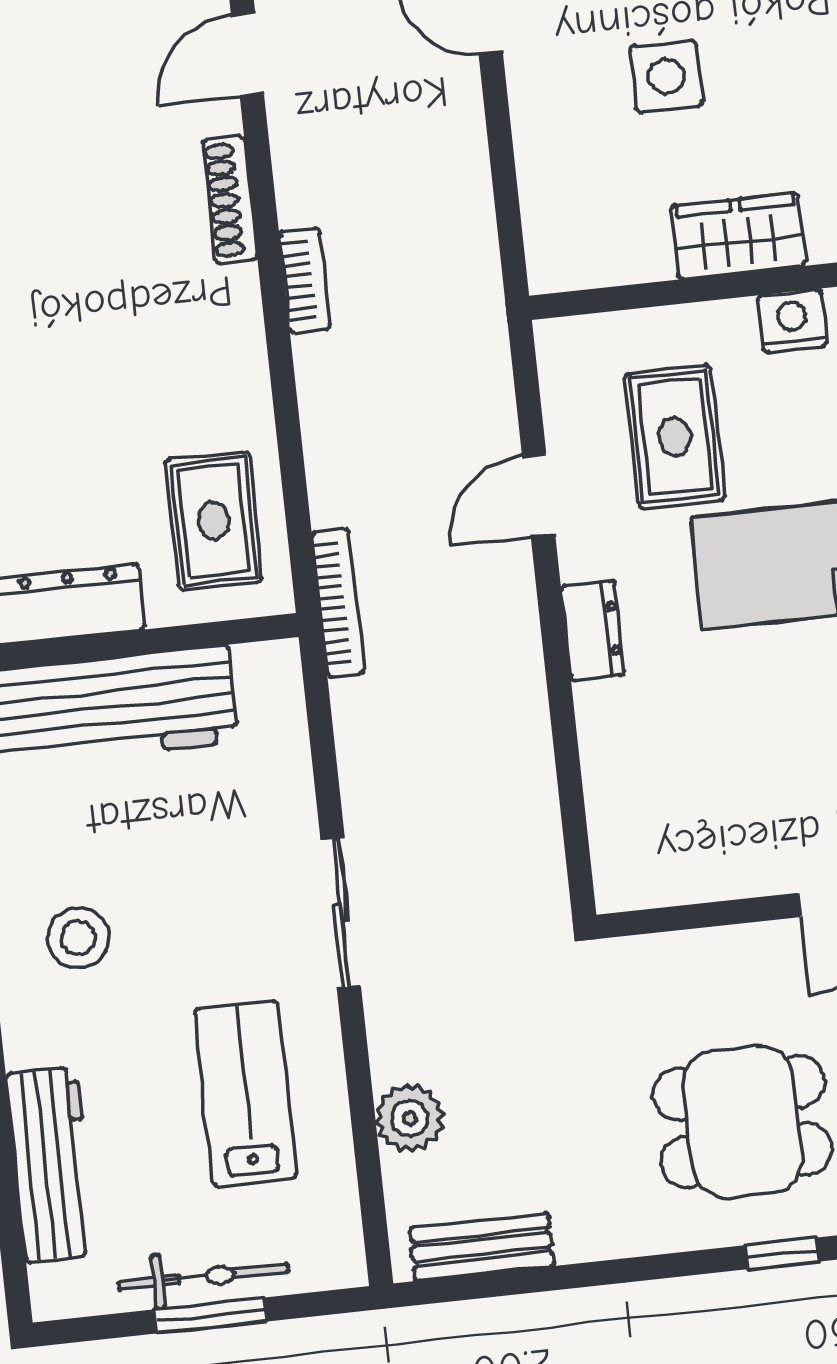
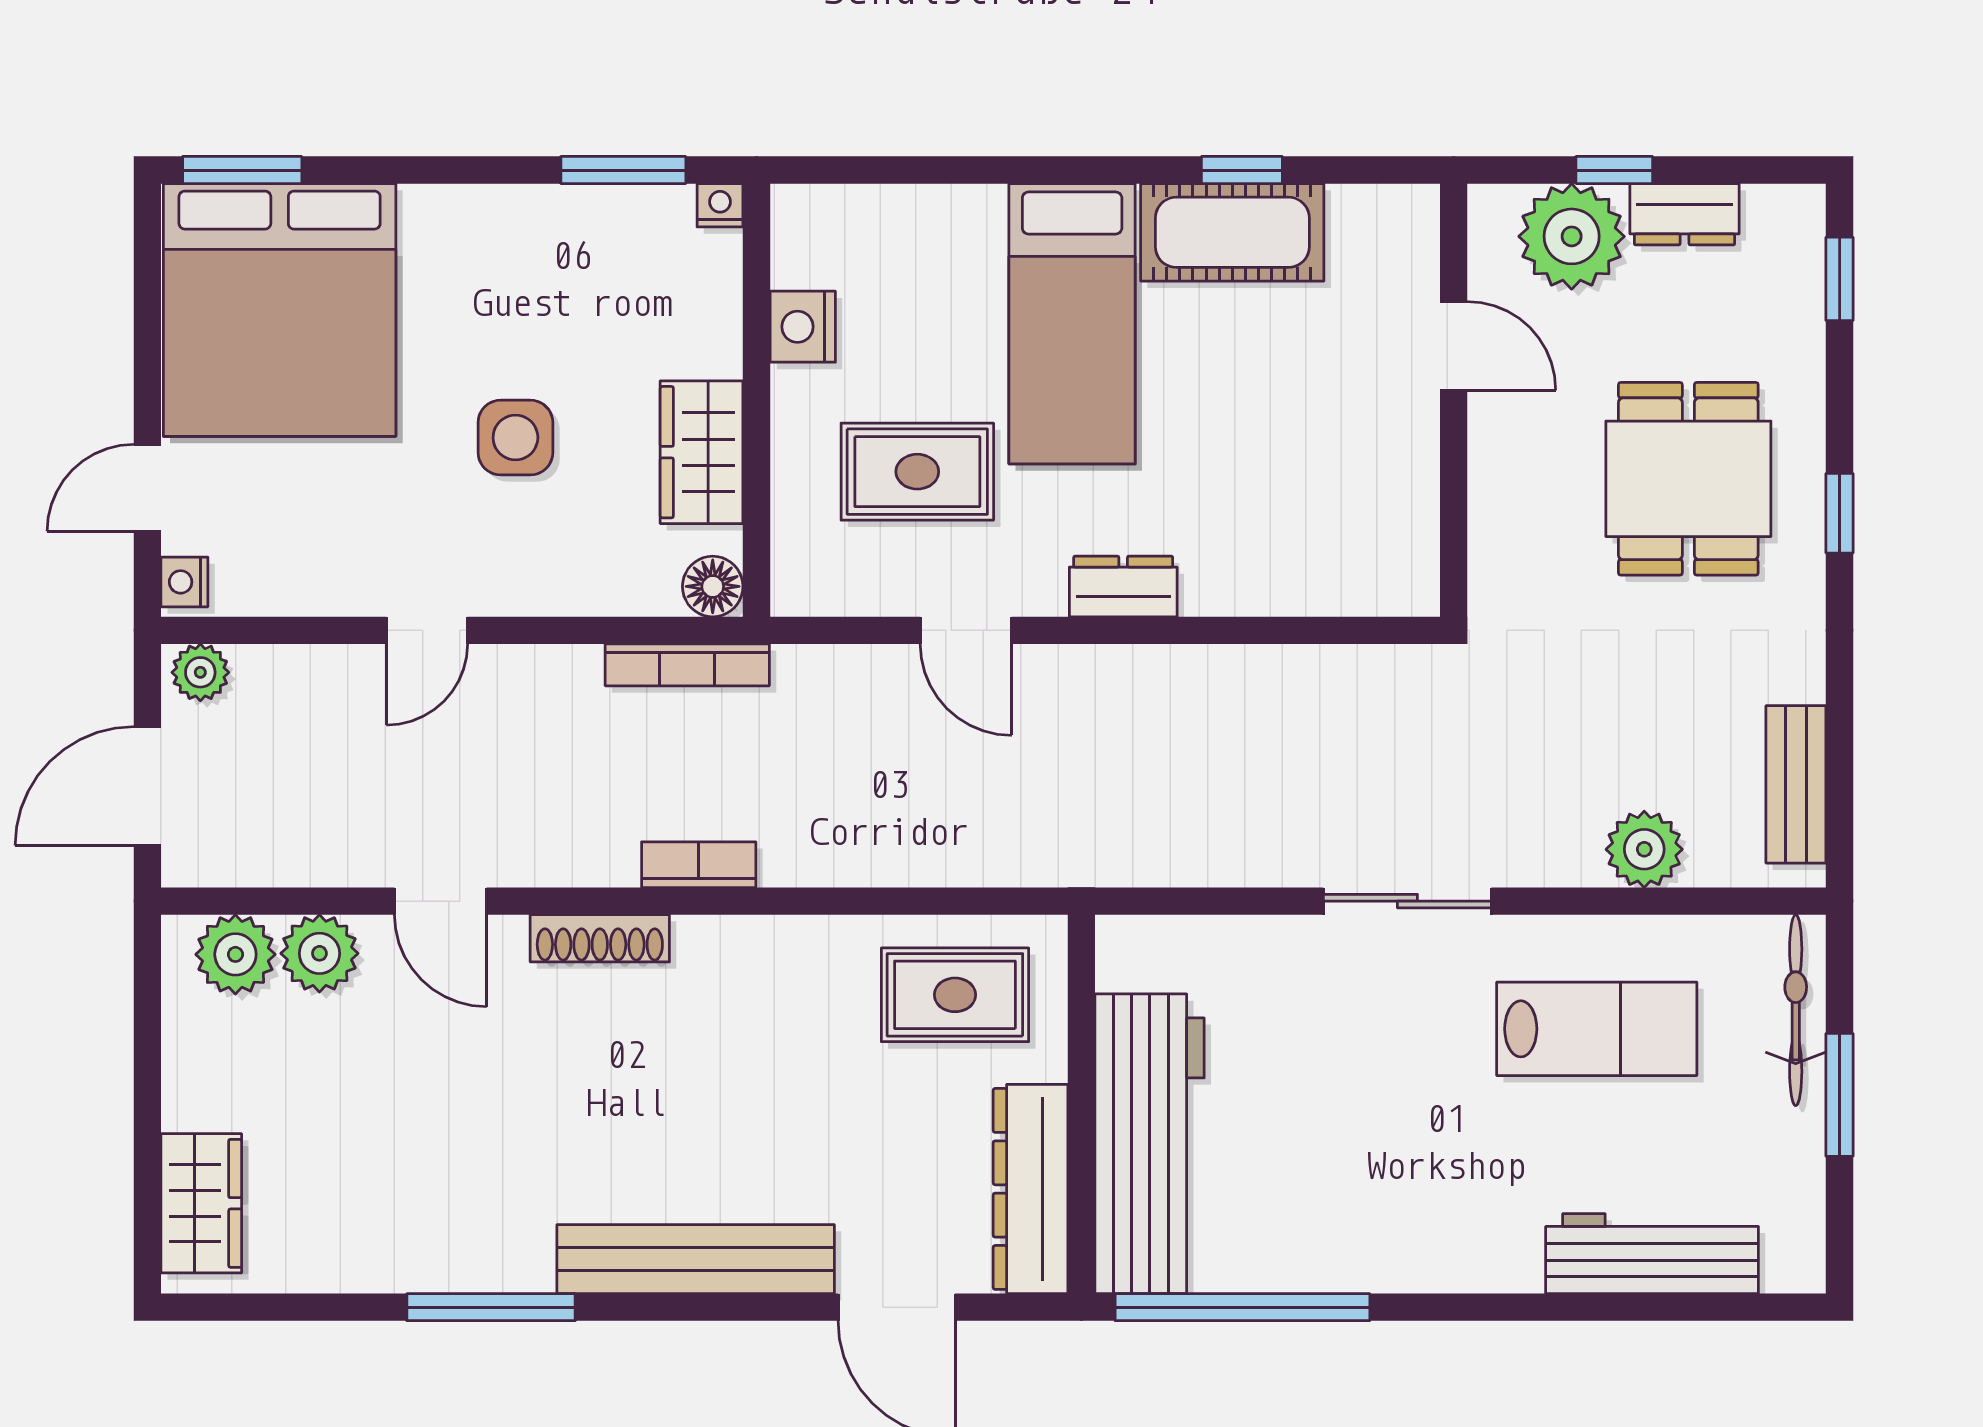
wardrobe: (738, 236) -> (702, 452), moved
floor lamp: (553, 266) -> (713, 586), added
bookcase: (338, 603) -> (687, 665), moved, turned 180
stool: (78, 938) -> (1403, 1196), removed
lab bench: (246, 1094) -> (1597, 1029), turned 180
window: (782, 1253) -> (1840, 513), moved
bicycle: (203, 1277) -> (1796, 1010), moved

